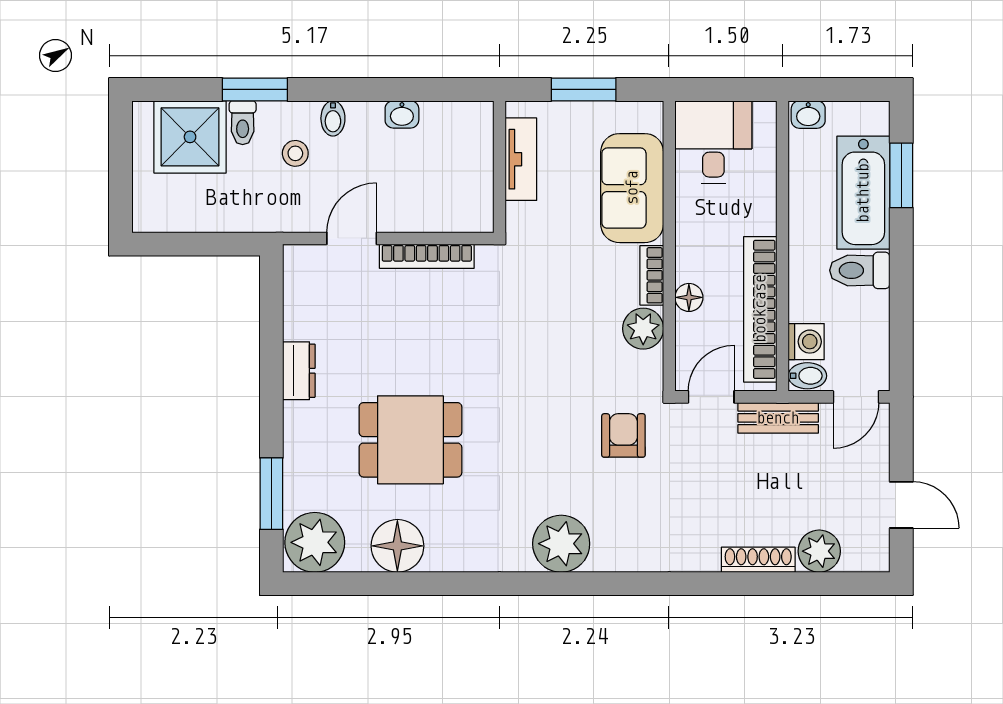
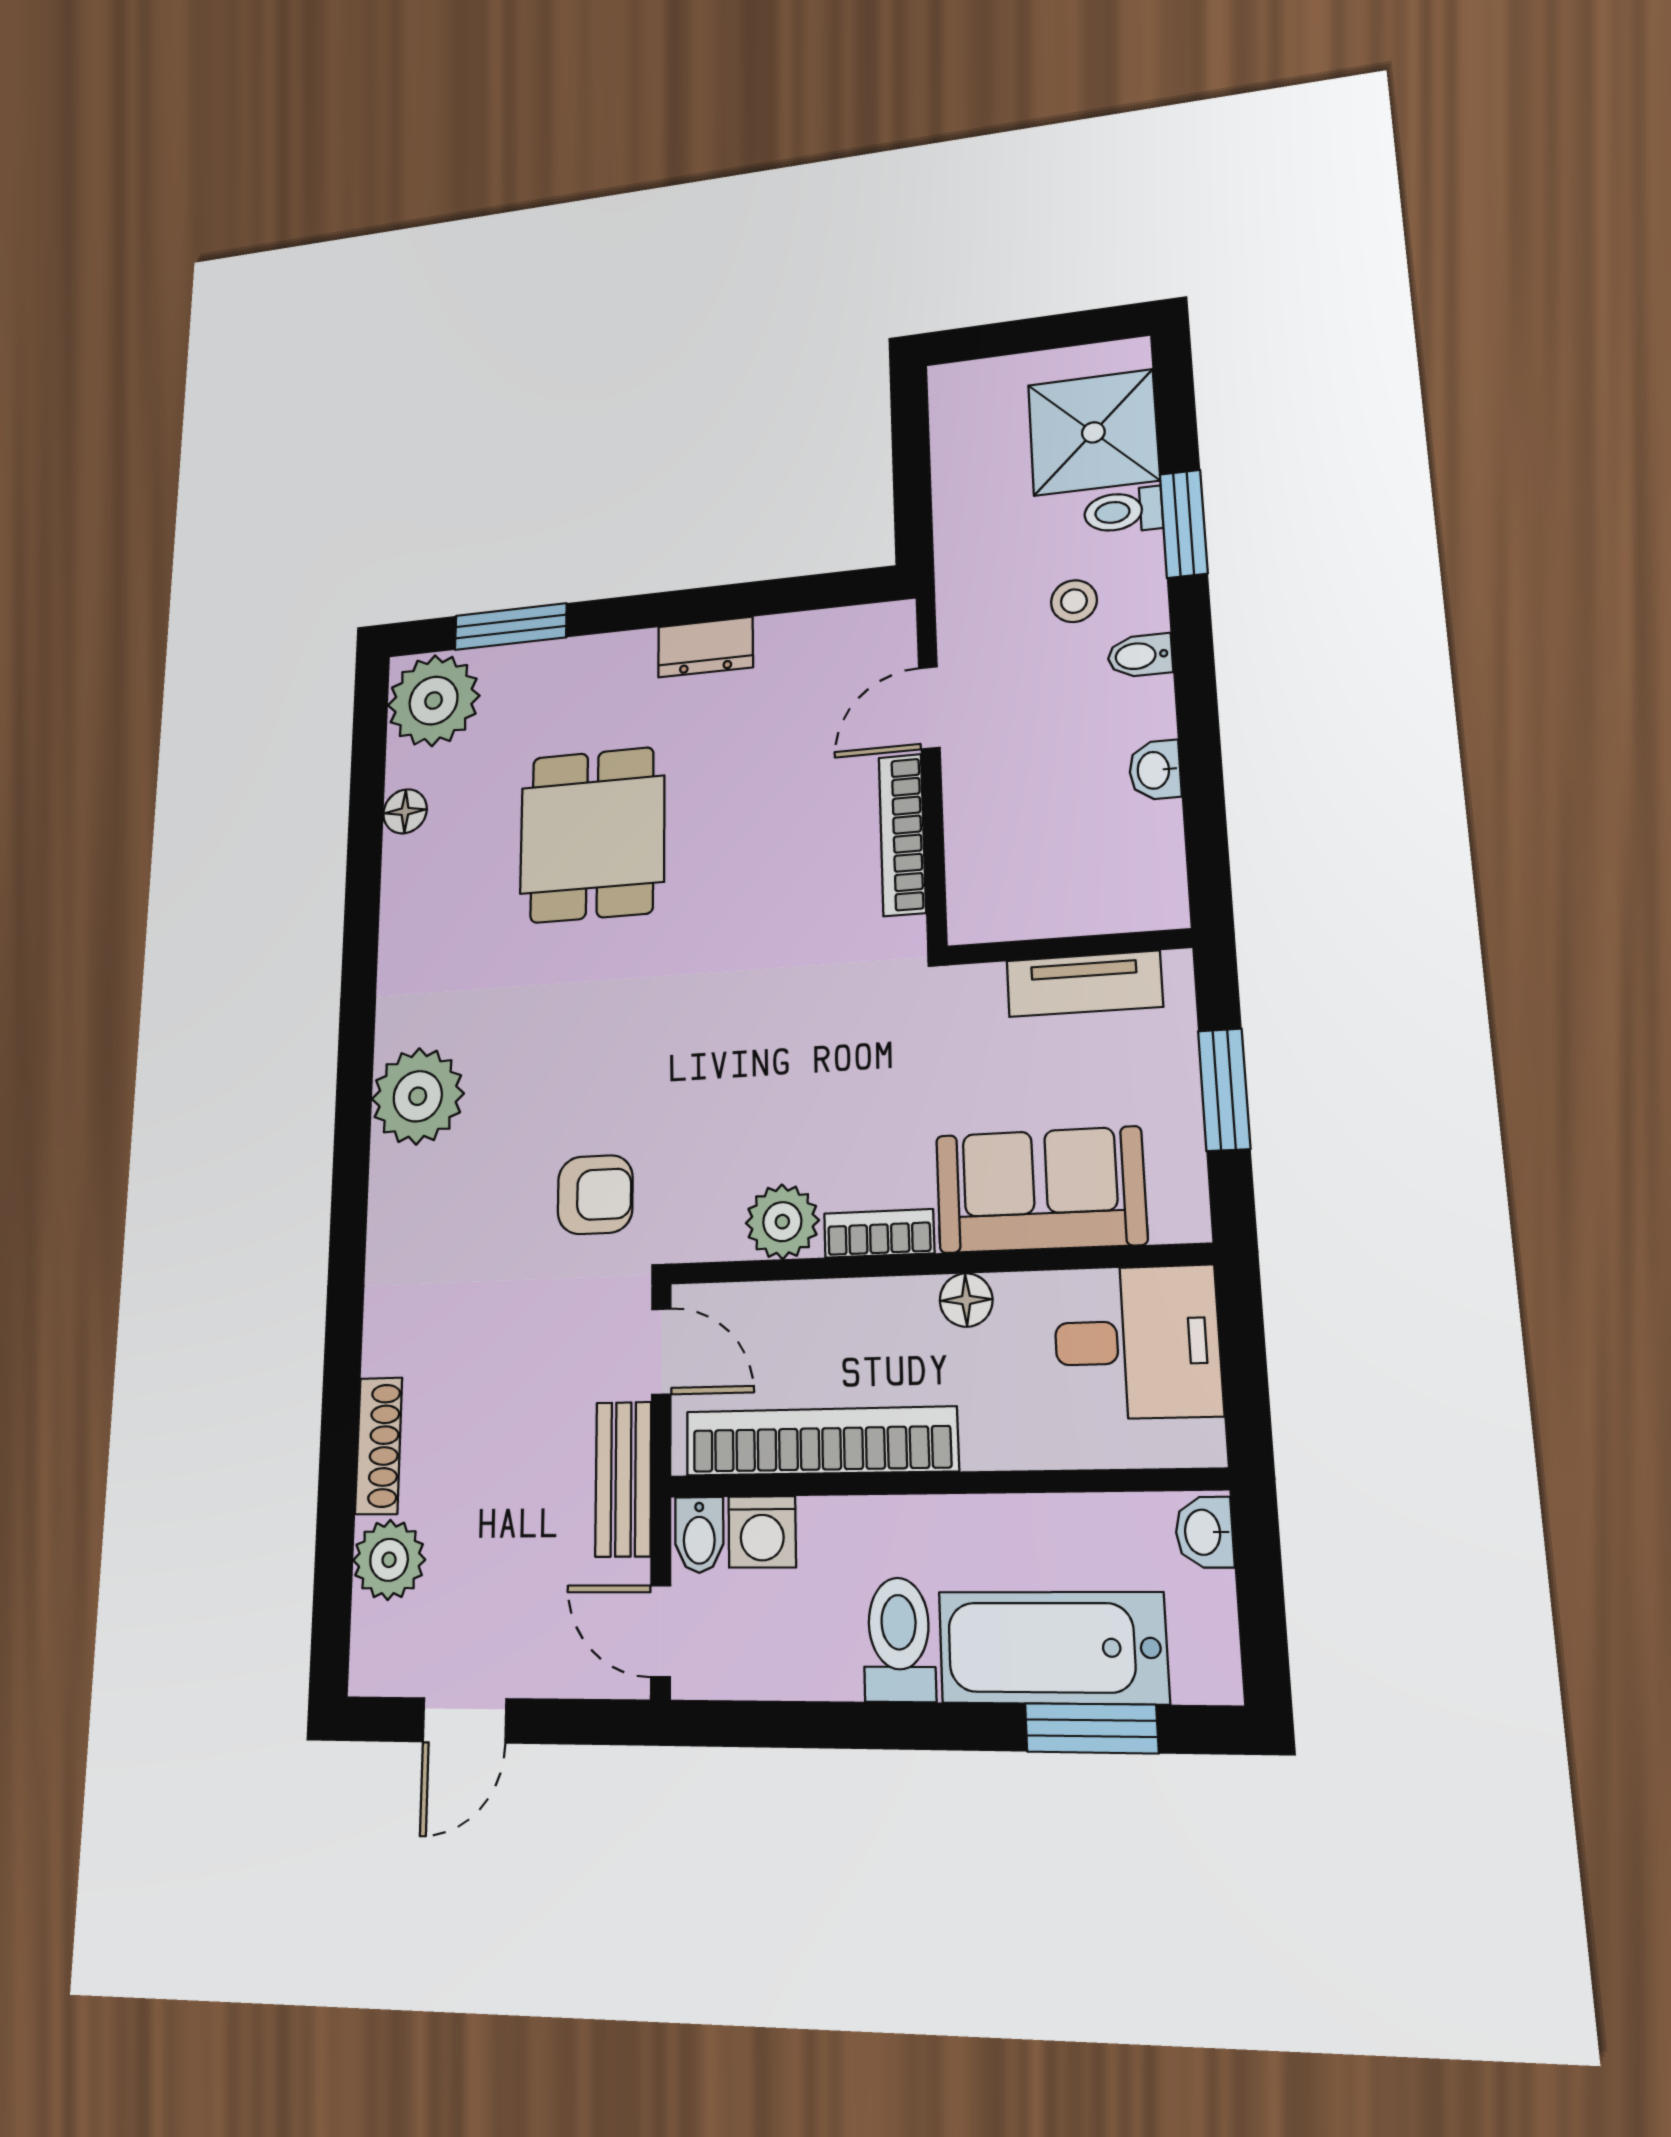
door: (352, 238) -> (929, 708), swing flipped
floor lamp: (689, 297) -> (966, 1300), moved
floor lamp: (397, 546) -> (405, 811), width x0.53, depth x0.53

